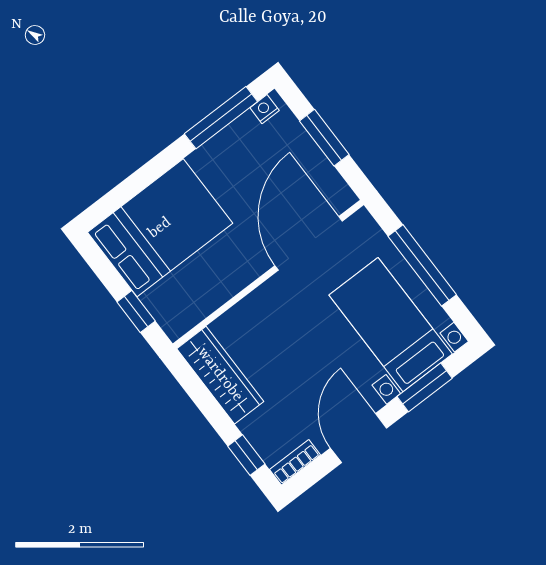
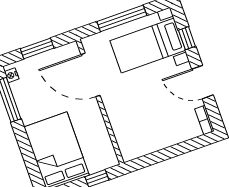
wardrobe: (220, 375) -> (145, 145), removed
window: (425, 387) -> (187, 38), width x0.67
window: (246, 455) -> (192, 145), removed

